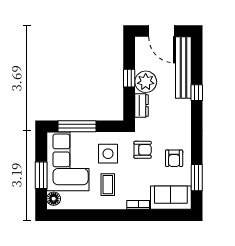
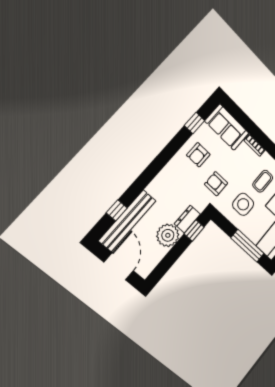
window: (129, 78) -> (194, 230), moved
window: (197, 93) -> (117, 210), moved
armchair: (174, 158) -> (198, 155), turned 180
window: (197, 178) -> (194, 123), width x0.67

